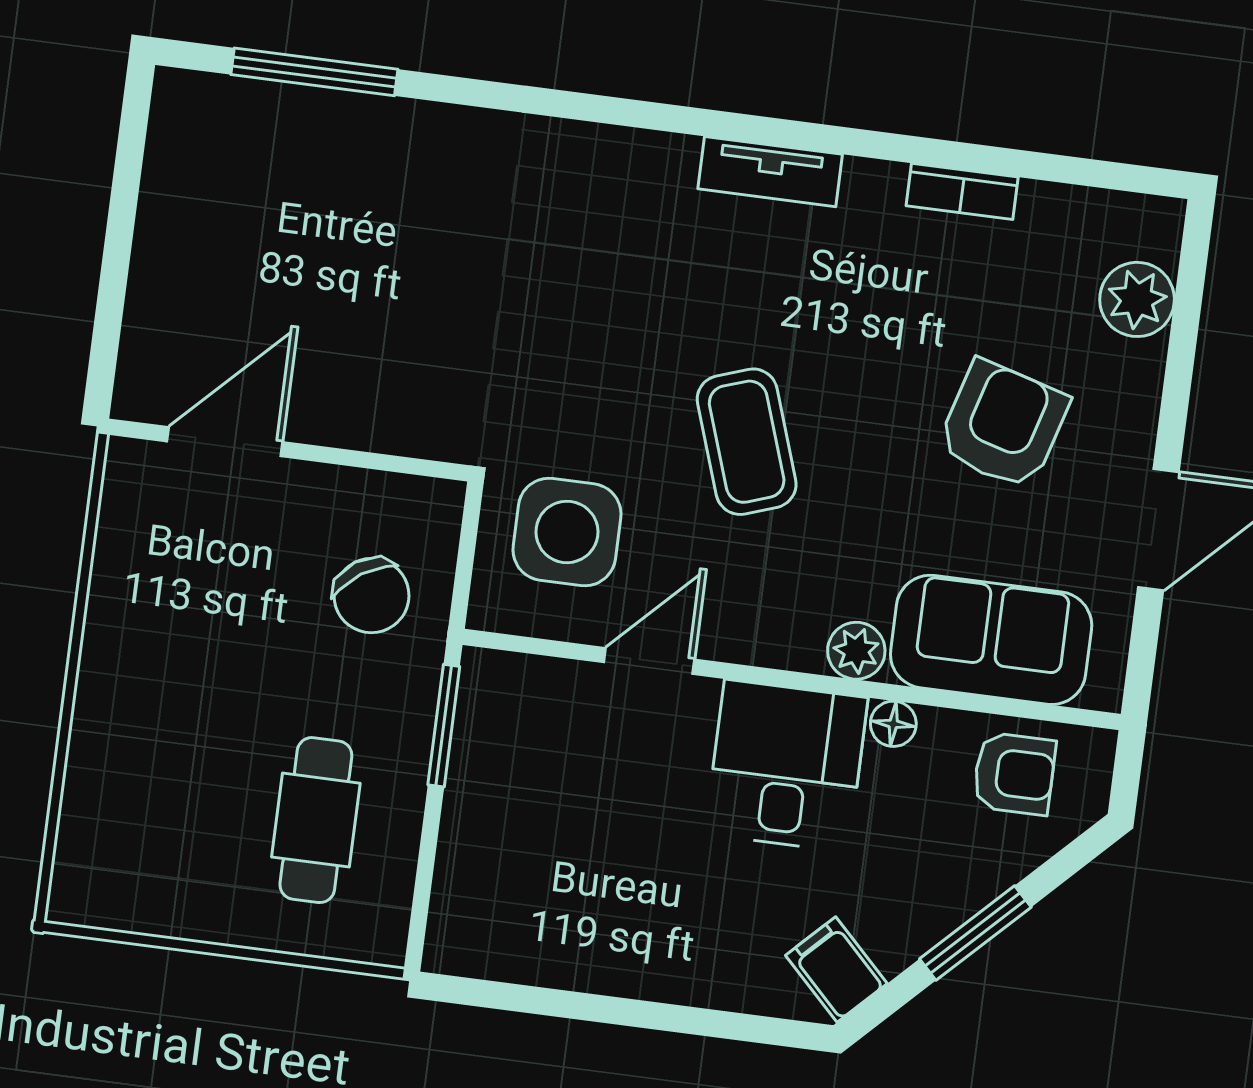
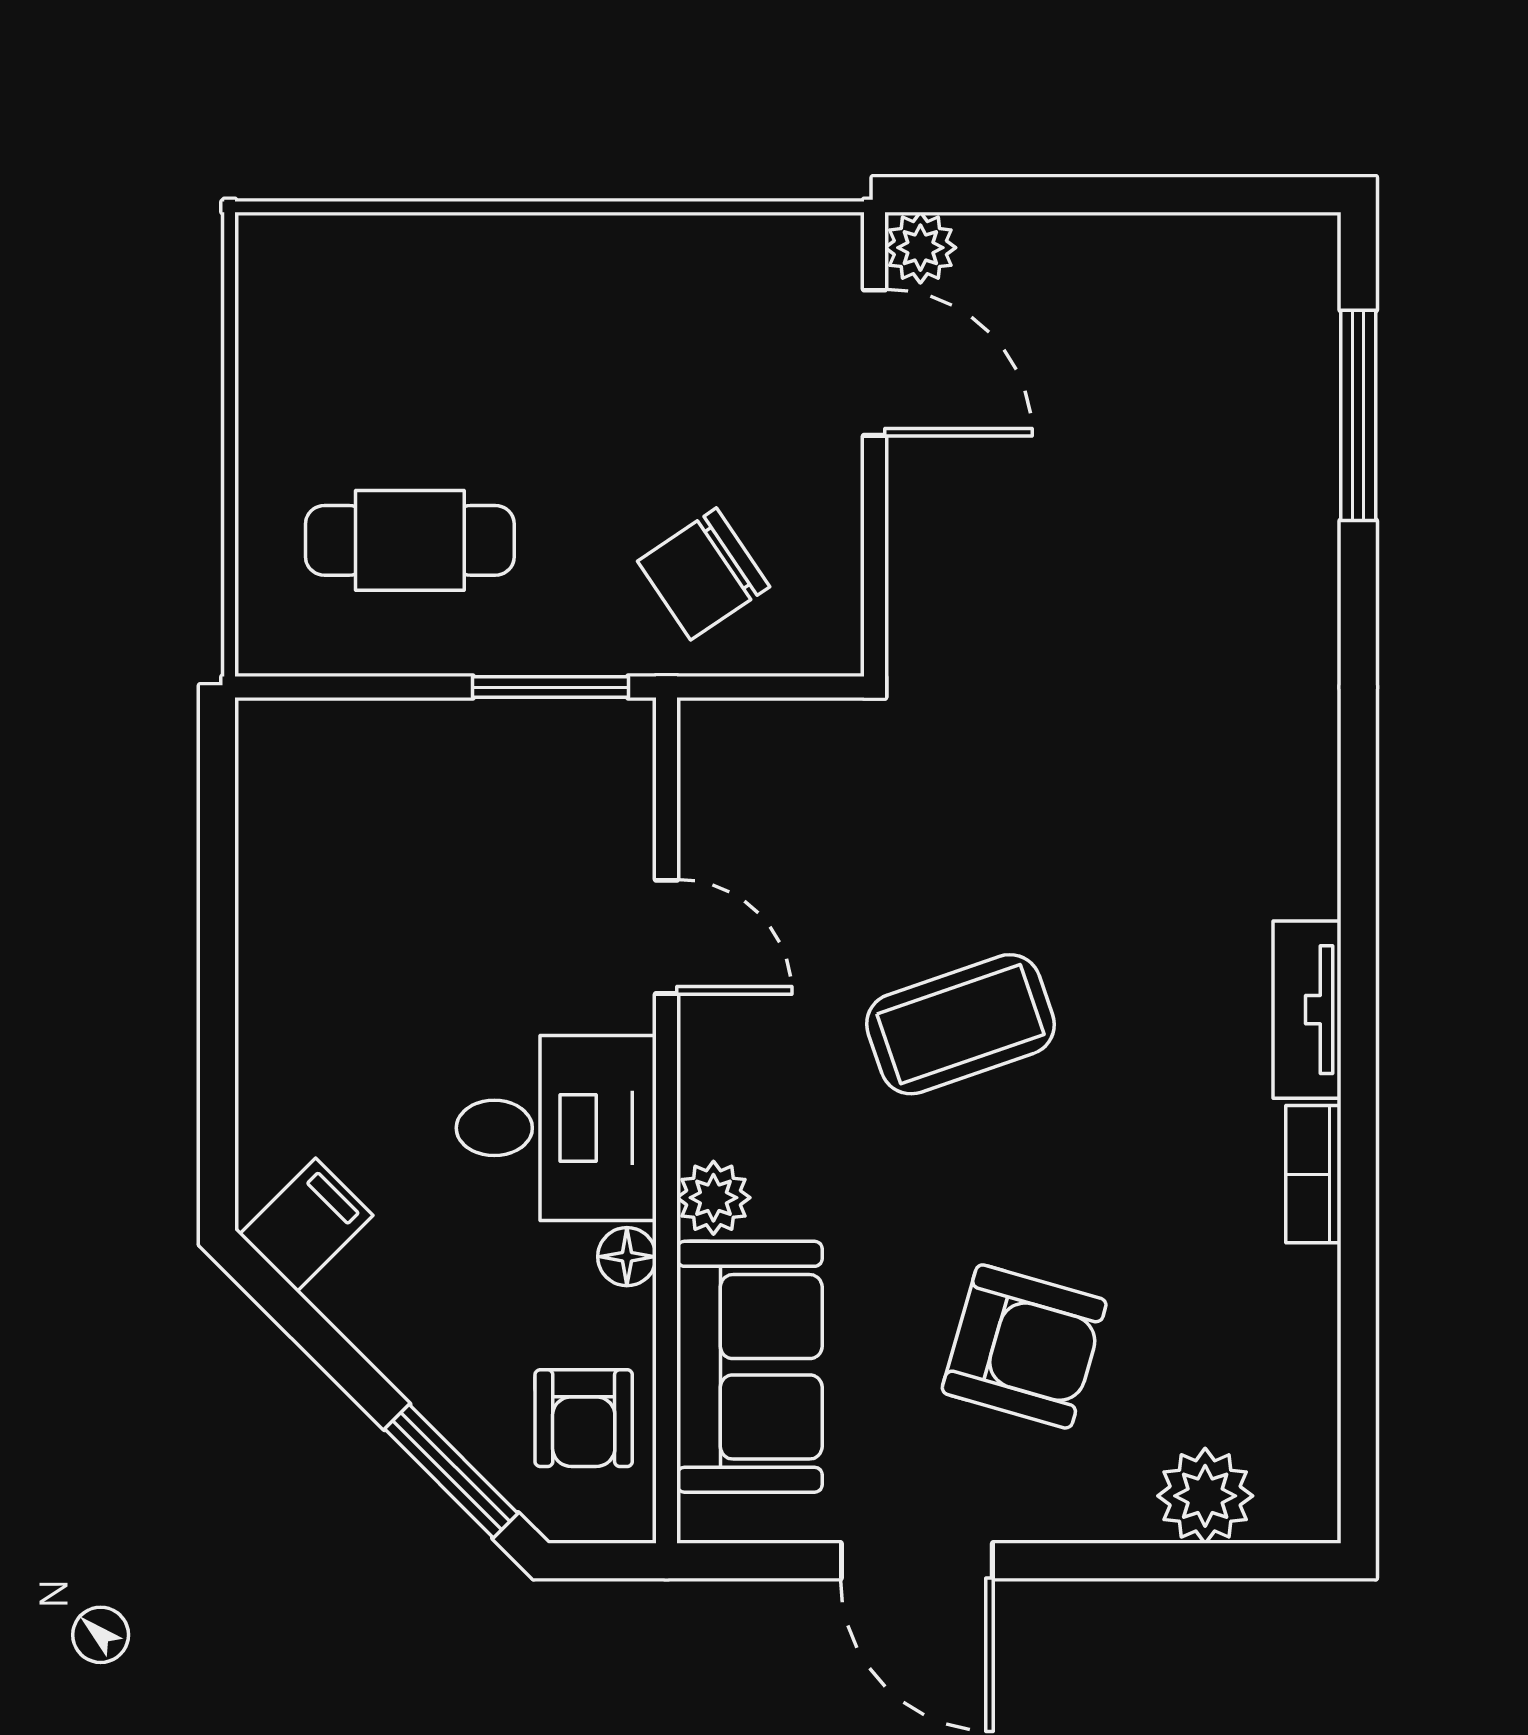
bookcase: (962, 191) -> (1313, 1174), moved
plant: (140, 395) -> (920, 248), added
side table: (567, 532) -> (817, 811), removed
window: (975, 933) -> (451, 1471), moved

